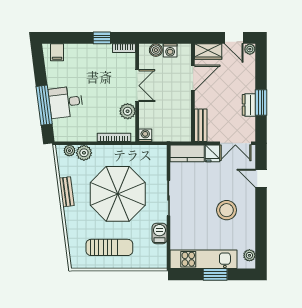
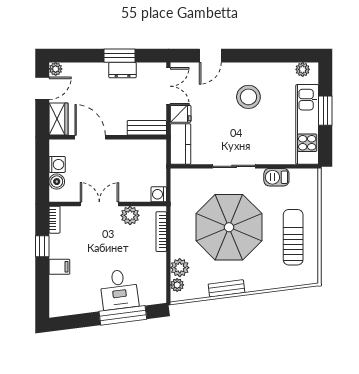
filing cabinet: (57, 52) -> (59, 267), moved

